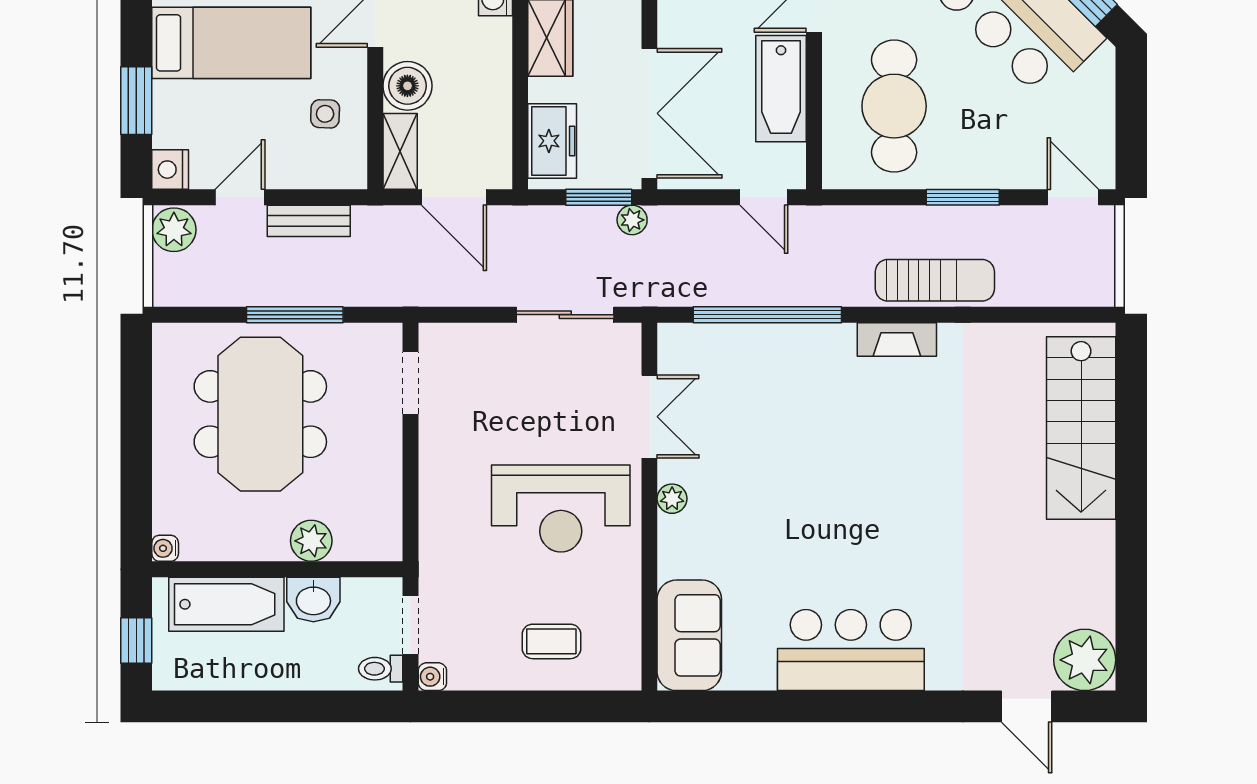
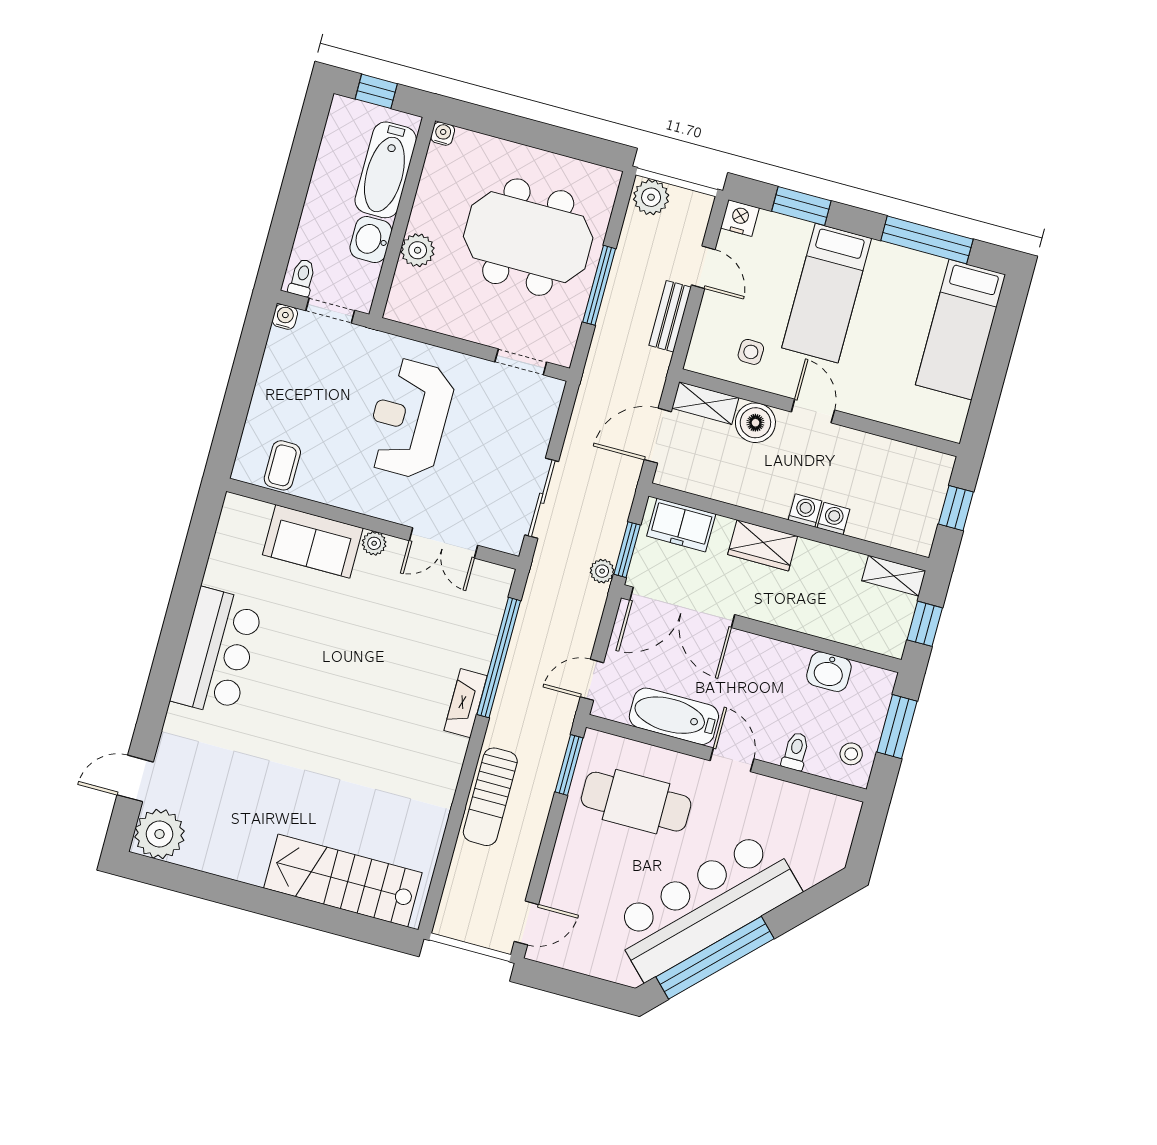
window: (963, 197) -> (569, 765), moved
plant: (174, 230) -> (651, 197), moved
fireplace: (897, 339) -> (466, 703), moved
reception desk: (561, 509) -> (409, 418), moved
sofa: (689, 635) -> (313, 541), moved
coffee table: (551, 641) -> (282, 465), moved

